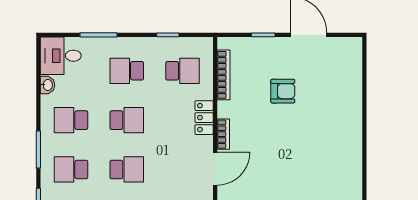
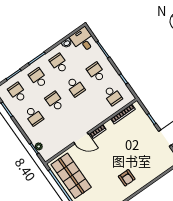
armchair: (283, 91) -> (127, 178), moved
locker: (204, 118) -> (99, 119), removed
school desk: (127, 169) -> (55, 101), turned 180

